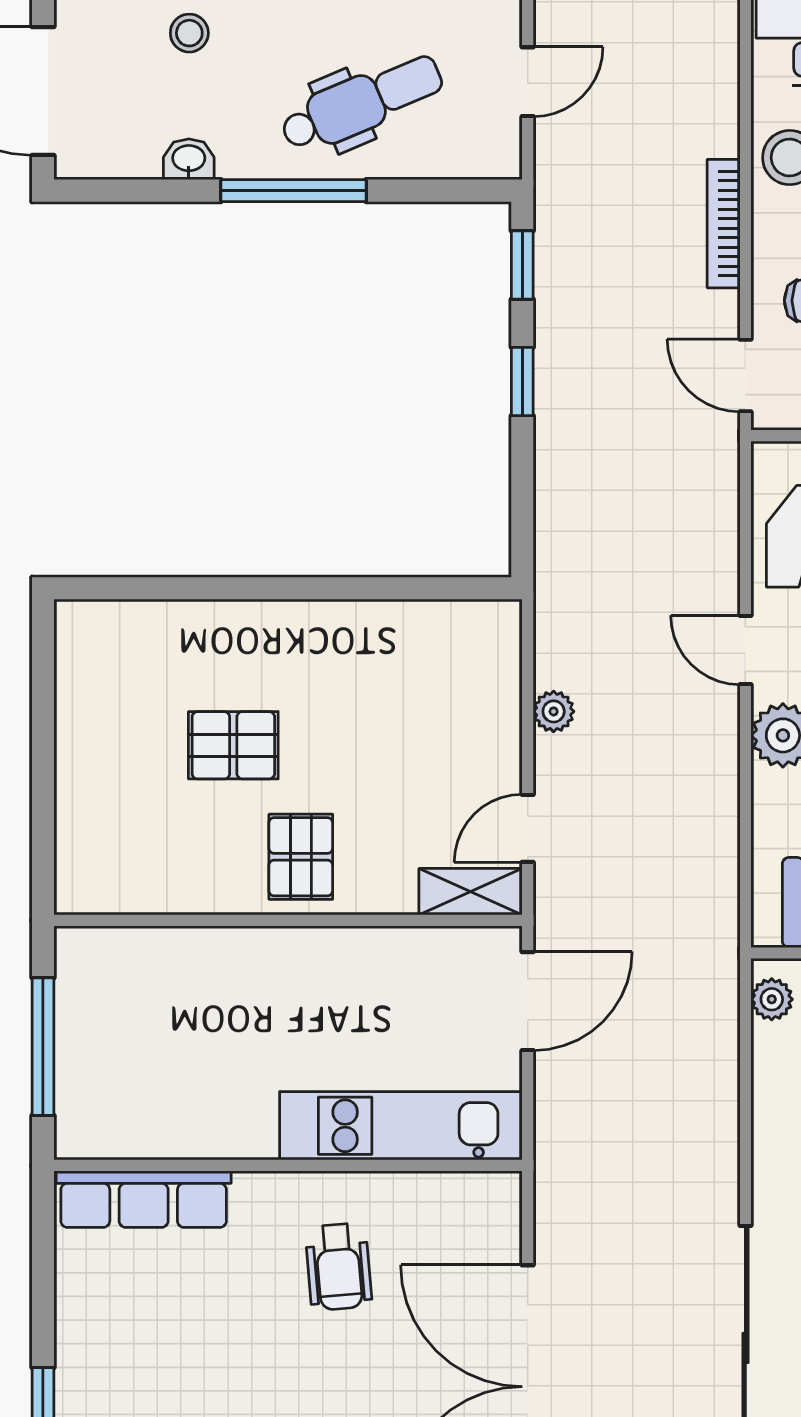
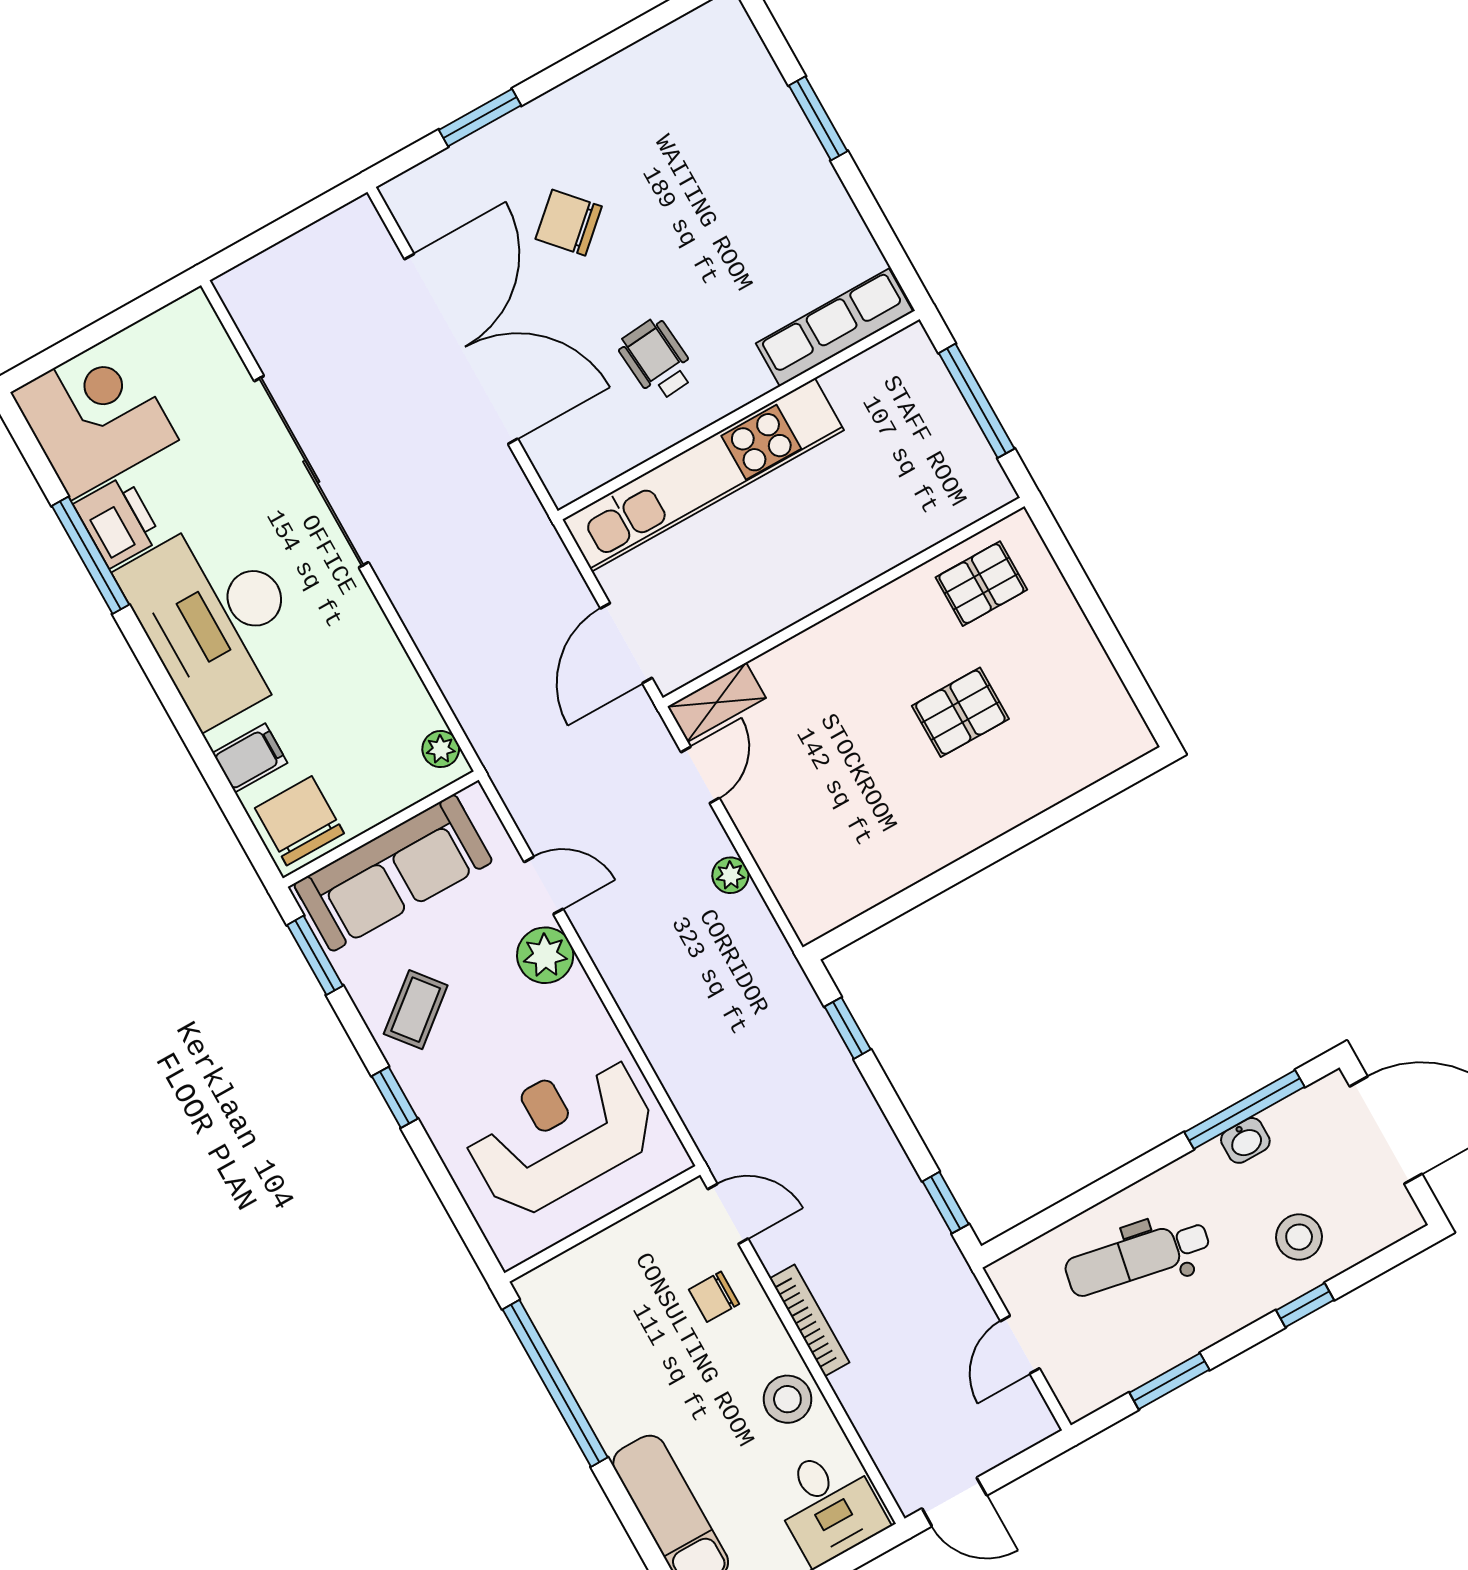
stool: (189, 33) -> (1299, 1237), width x1.37, depth x1.37
dental chair: (362, 103) -> (1138, 1257), turned 34
window: (293, 191) -> (1245, 1109), moved
window: (522, 382) -> (848, 1028), moved
door: (745, 650) -> (544, 885), moved
pallet: (301, 857) -> (981, 584), moved, turned 90
kitchen unit: (401, 1126) -> (703, 475), width x1.36

